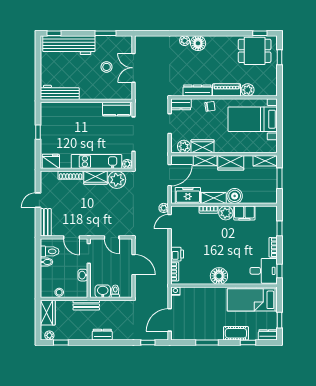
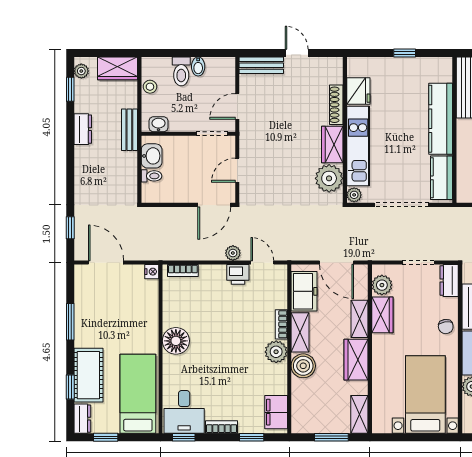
kitchen counter: (79, 110) -> (441, 119), added
fridge: (51, 161) -> (358, 91), moved
plant: (164, 208) -> (233, 253), moved
filing cabinet: (244, 213) -> (276, 412), moved
toilet: (50, 251) -> (181, 71), moved
printer: (177, 254) -> (238, 274), moved
door: (133, 265) -> (214, 205), moved
washbasin: (83, 275) -> (158, 124), moved
cot: (236, 333) -> (88, 375), width x1.37, depth x1.34
dresser: (102, 335) -> (83, 129), moved

